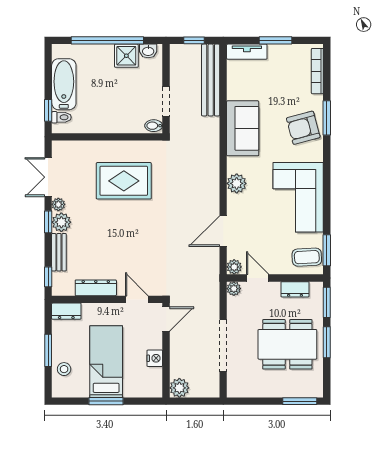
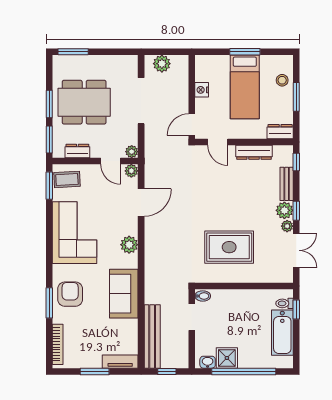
armchair: (303, 128) -> (70, 294), turned -75
plant: (179, 388) -> (162, 64), moved

